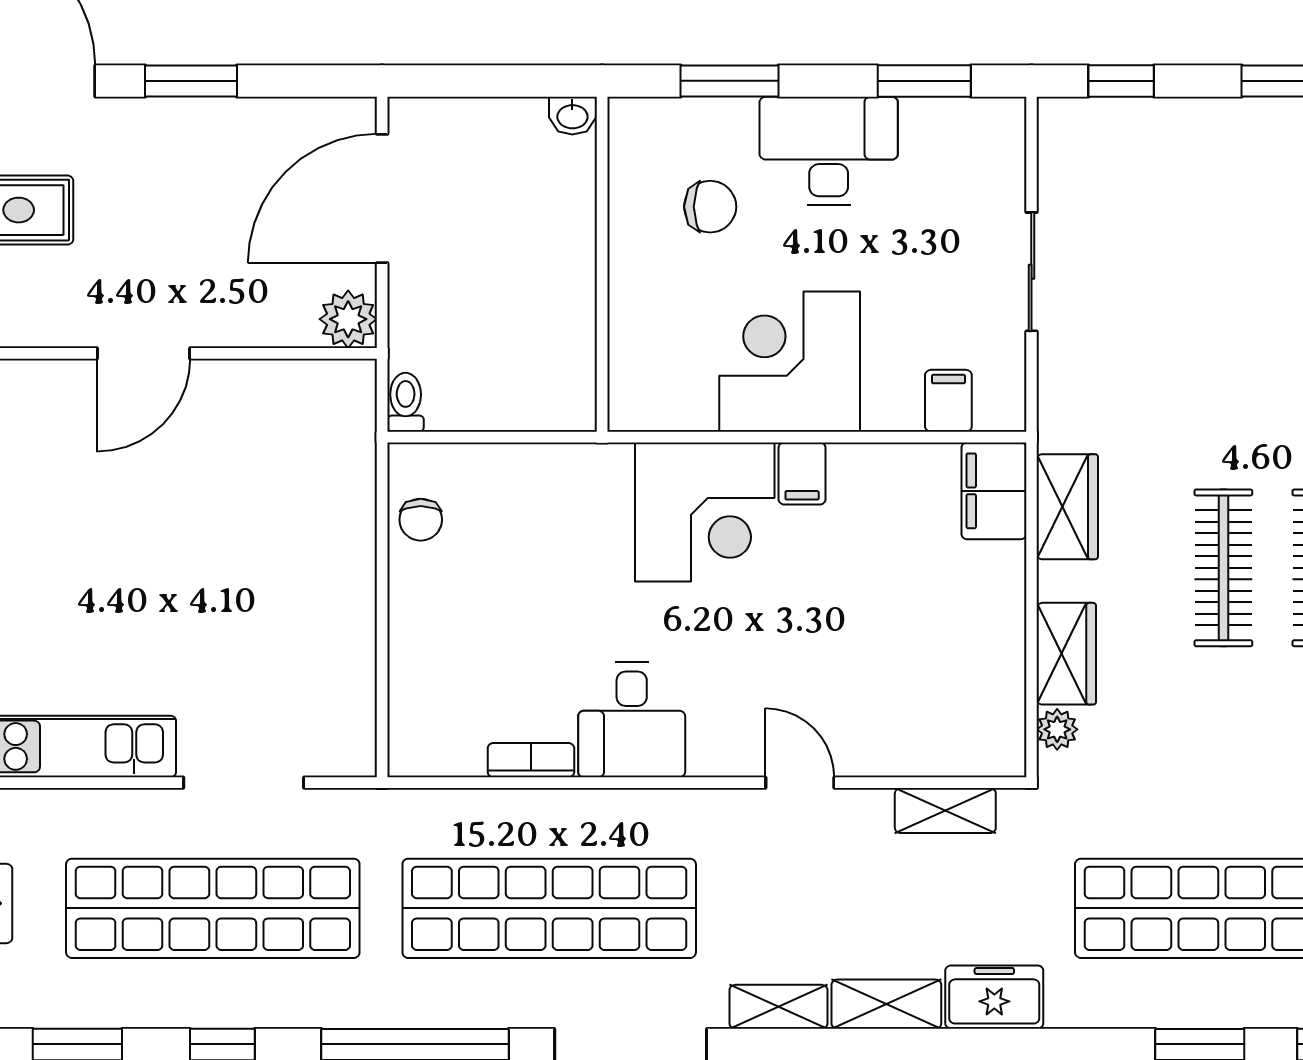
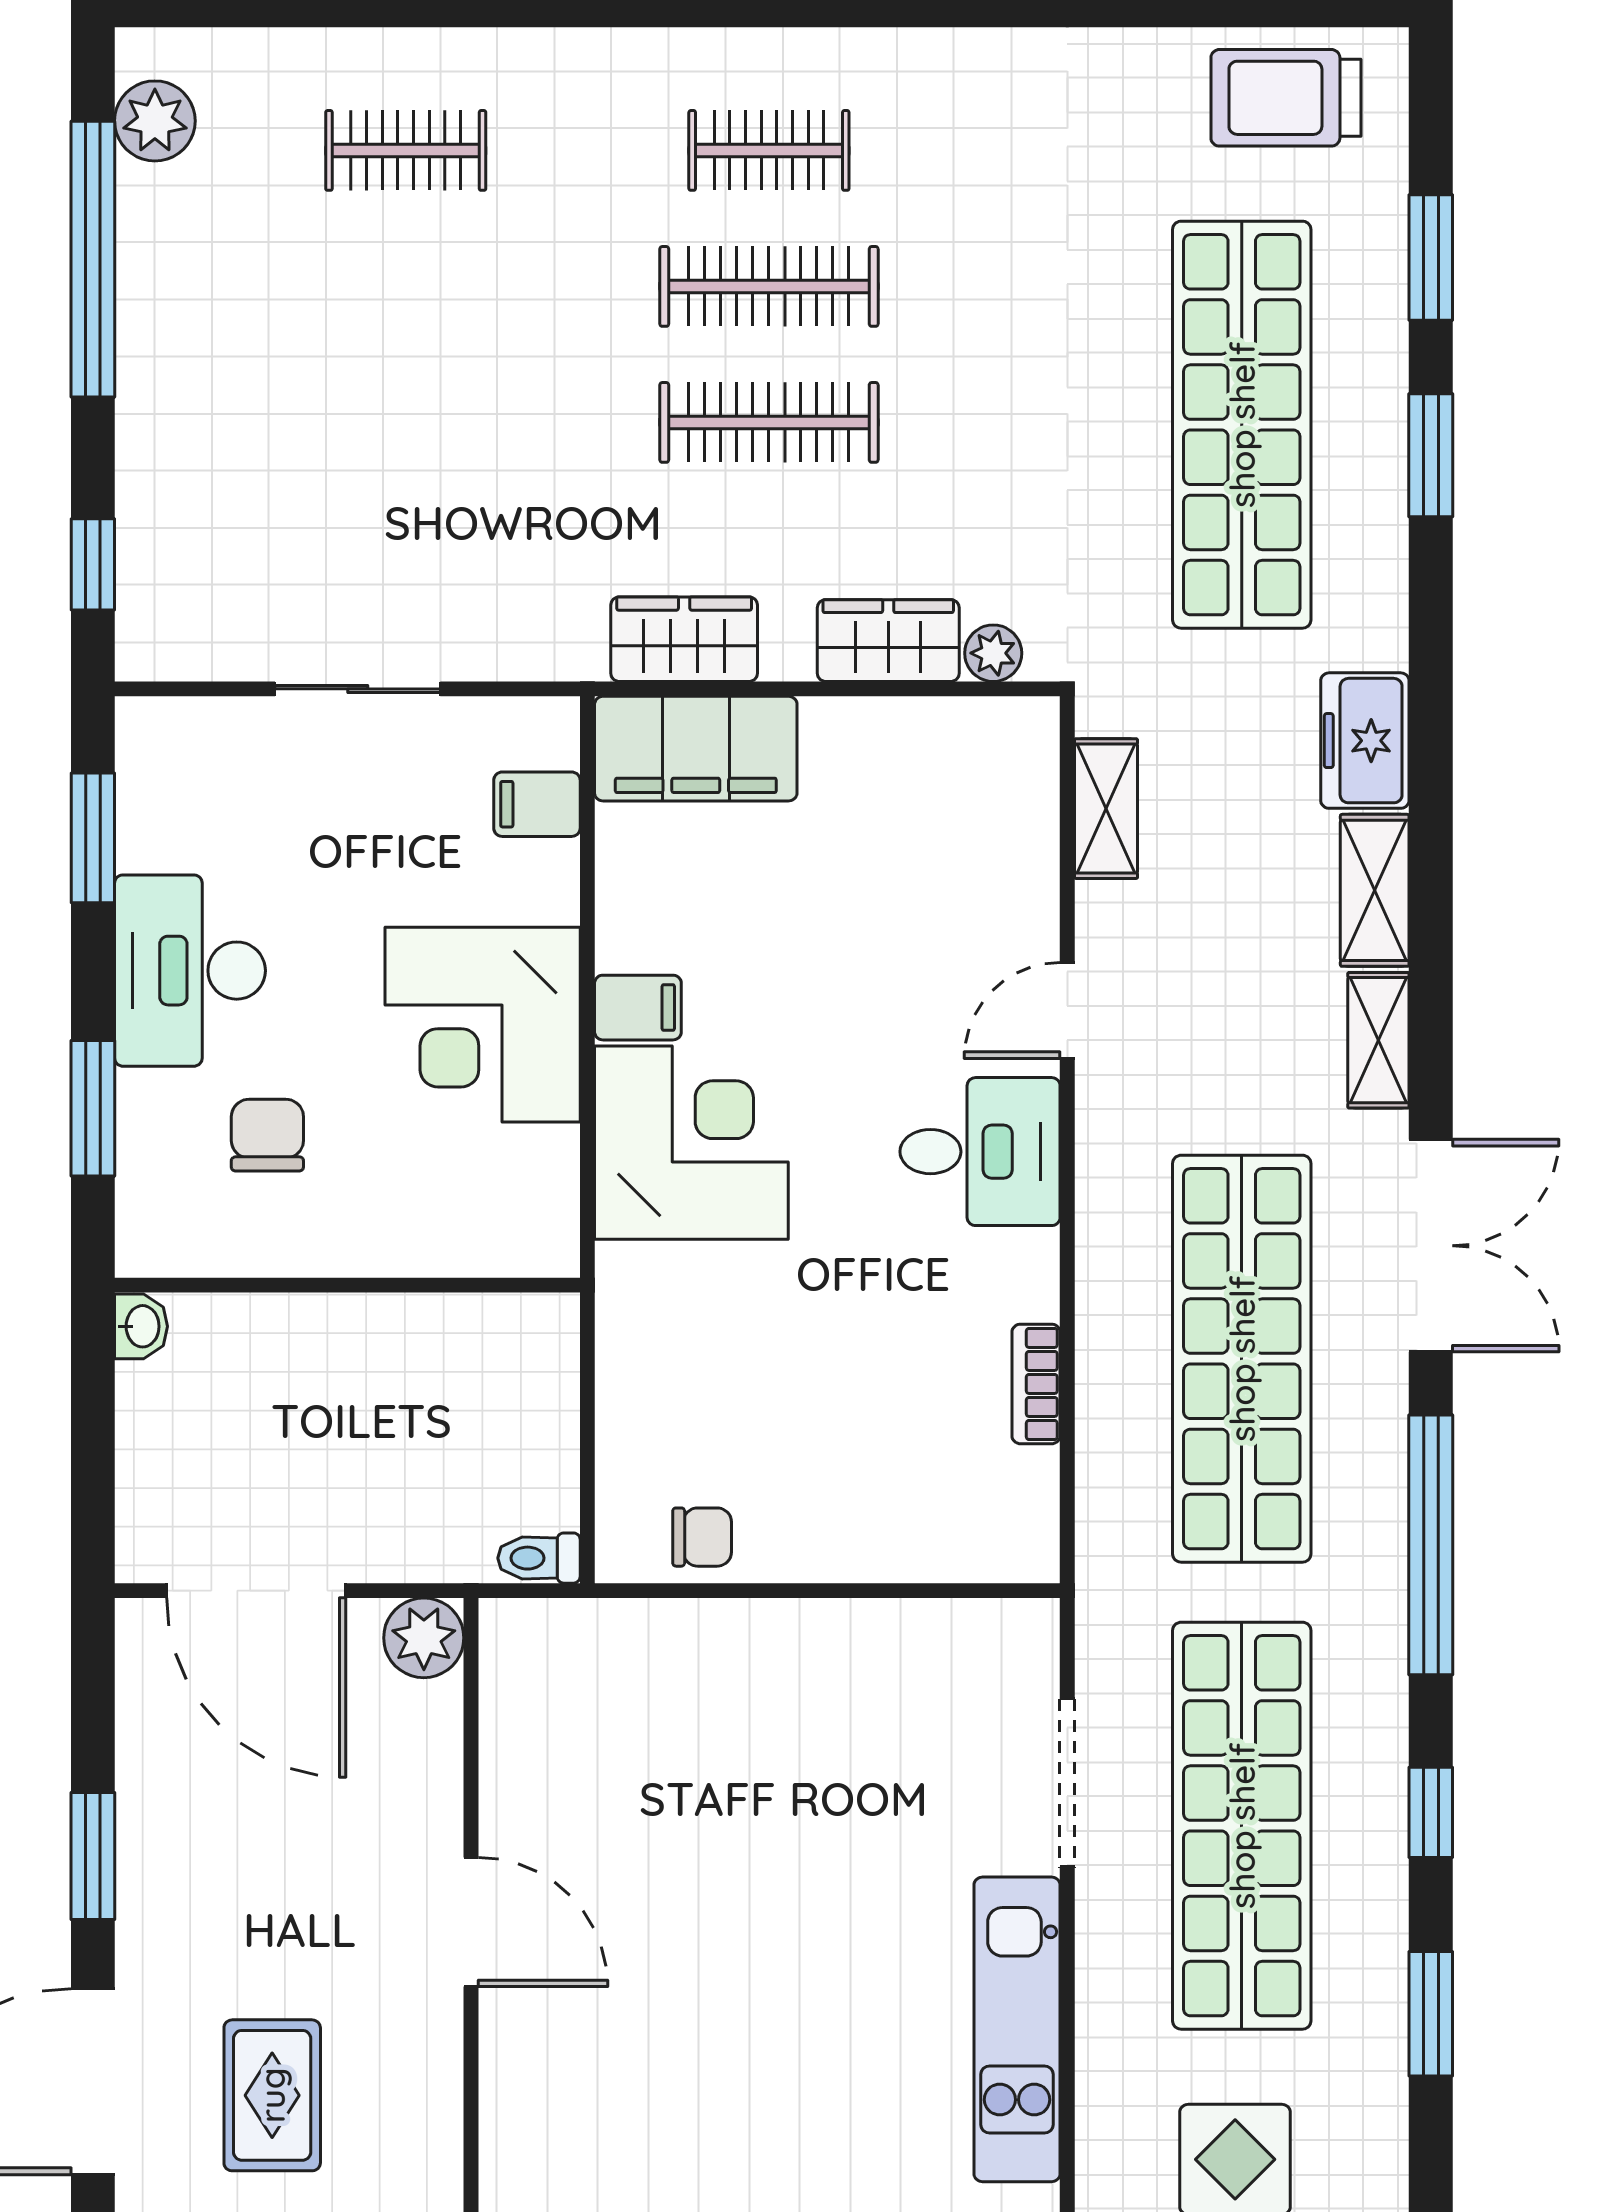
filing cabinet: (994, 491) -> (696, 749), width x1.50, depth x1.17
desk: (632, 720) -> (980, 1152), moved

